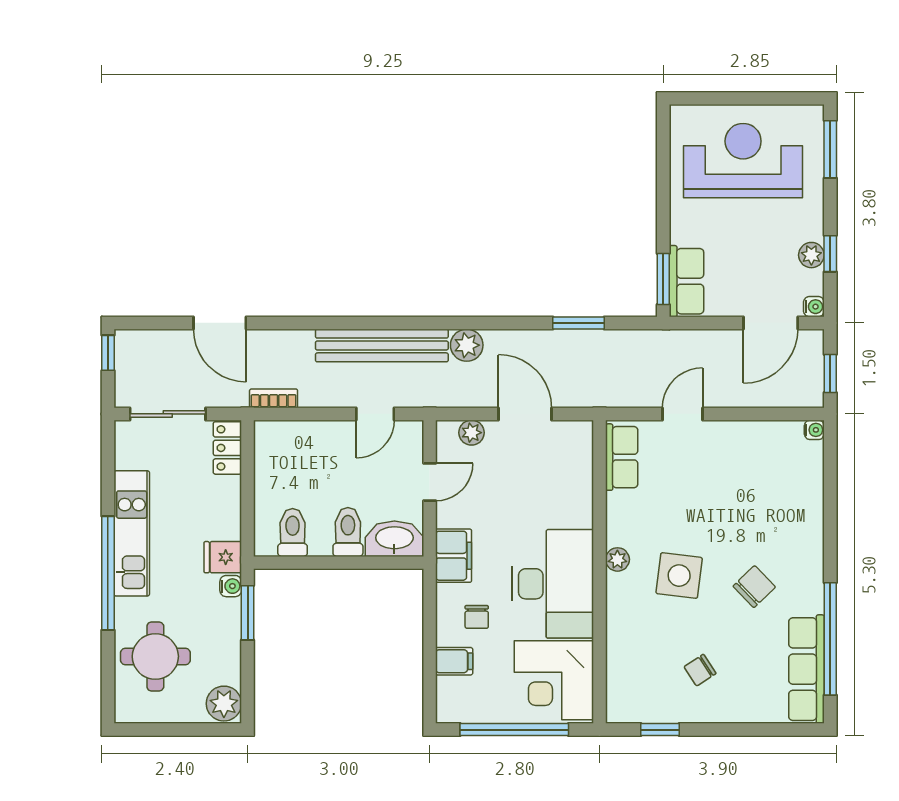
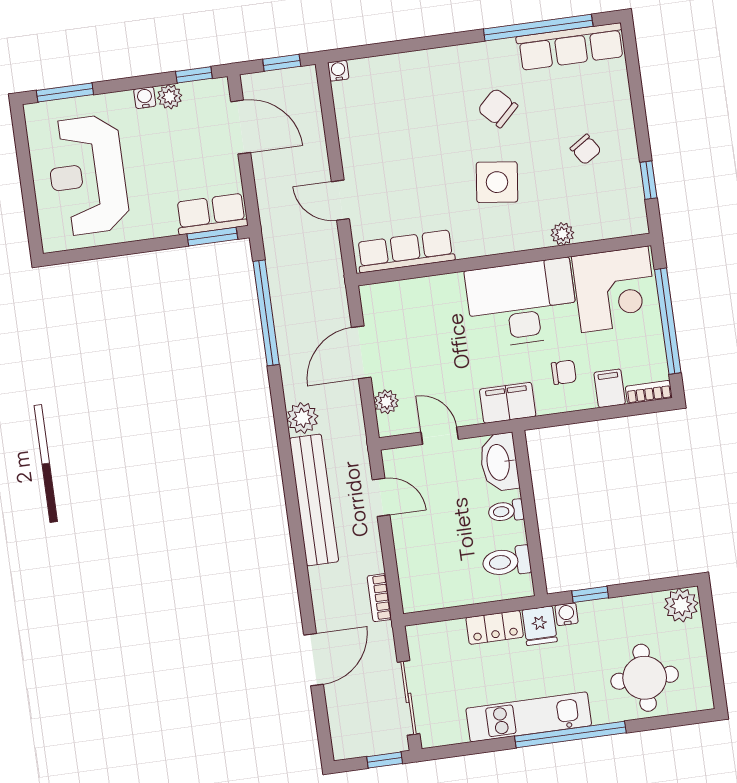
window: (830, 254) -> (194, 75), moved
water cooler: (814, 307) -> (145, 98), moved
window: (578, 323) -> (266, 313), width x2.11
window: (108, 353) -> (385, 760), moved
locker: (227, 448) -> (495, 627), moved
row of seats: (622, 457) -> (406, 251), width x1.48
toilet: (348, 532) -> (506, 511), width x0.73, depth x0.72
plant: (617, 559) -> (562, 234), moved
window: (248, 613) -> (590, 594), width x0.67
bookcase: (445, 700) -> (649, 392), added

